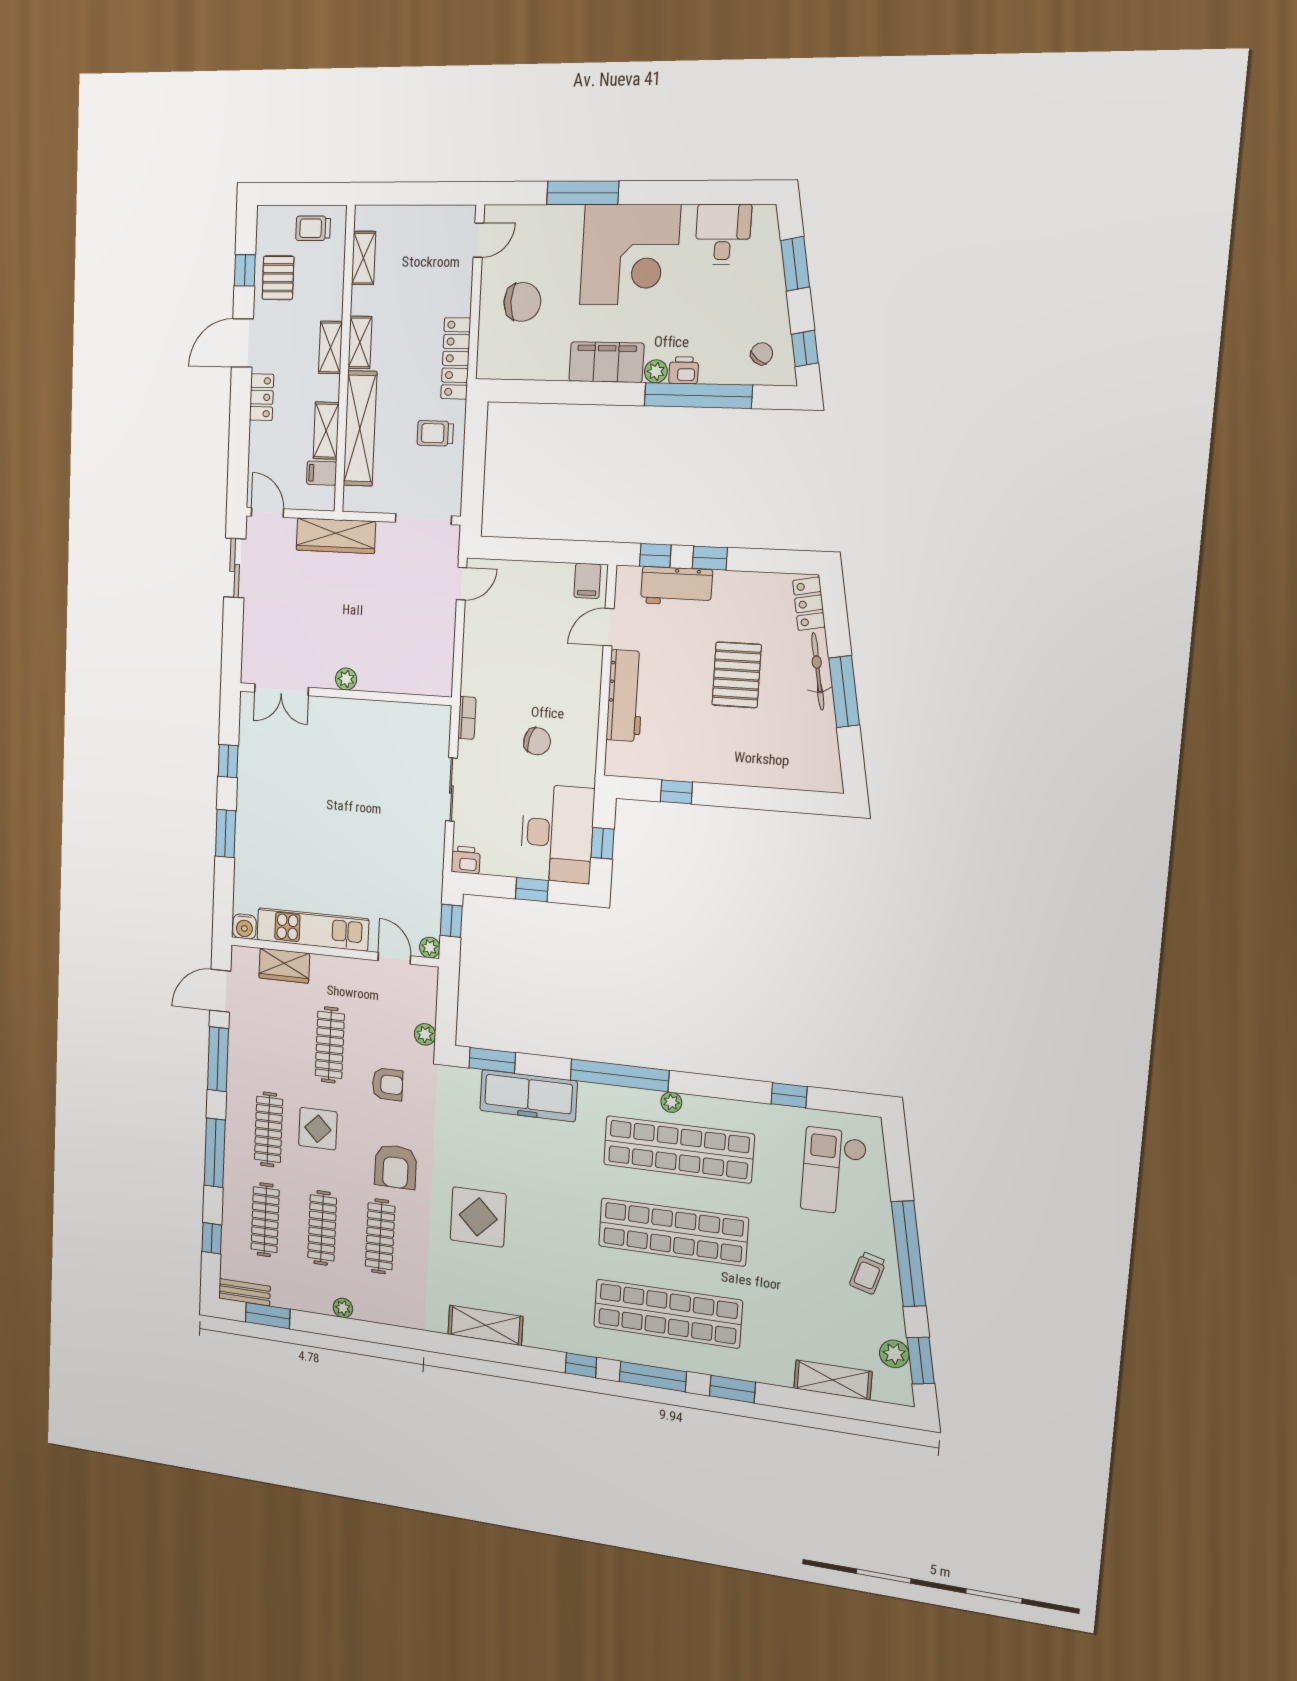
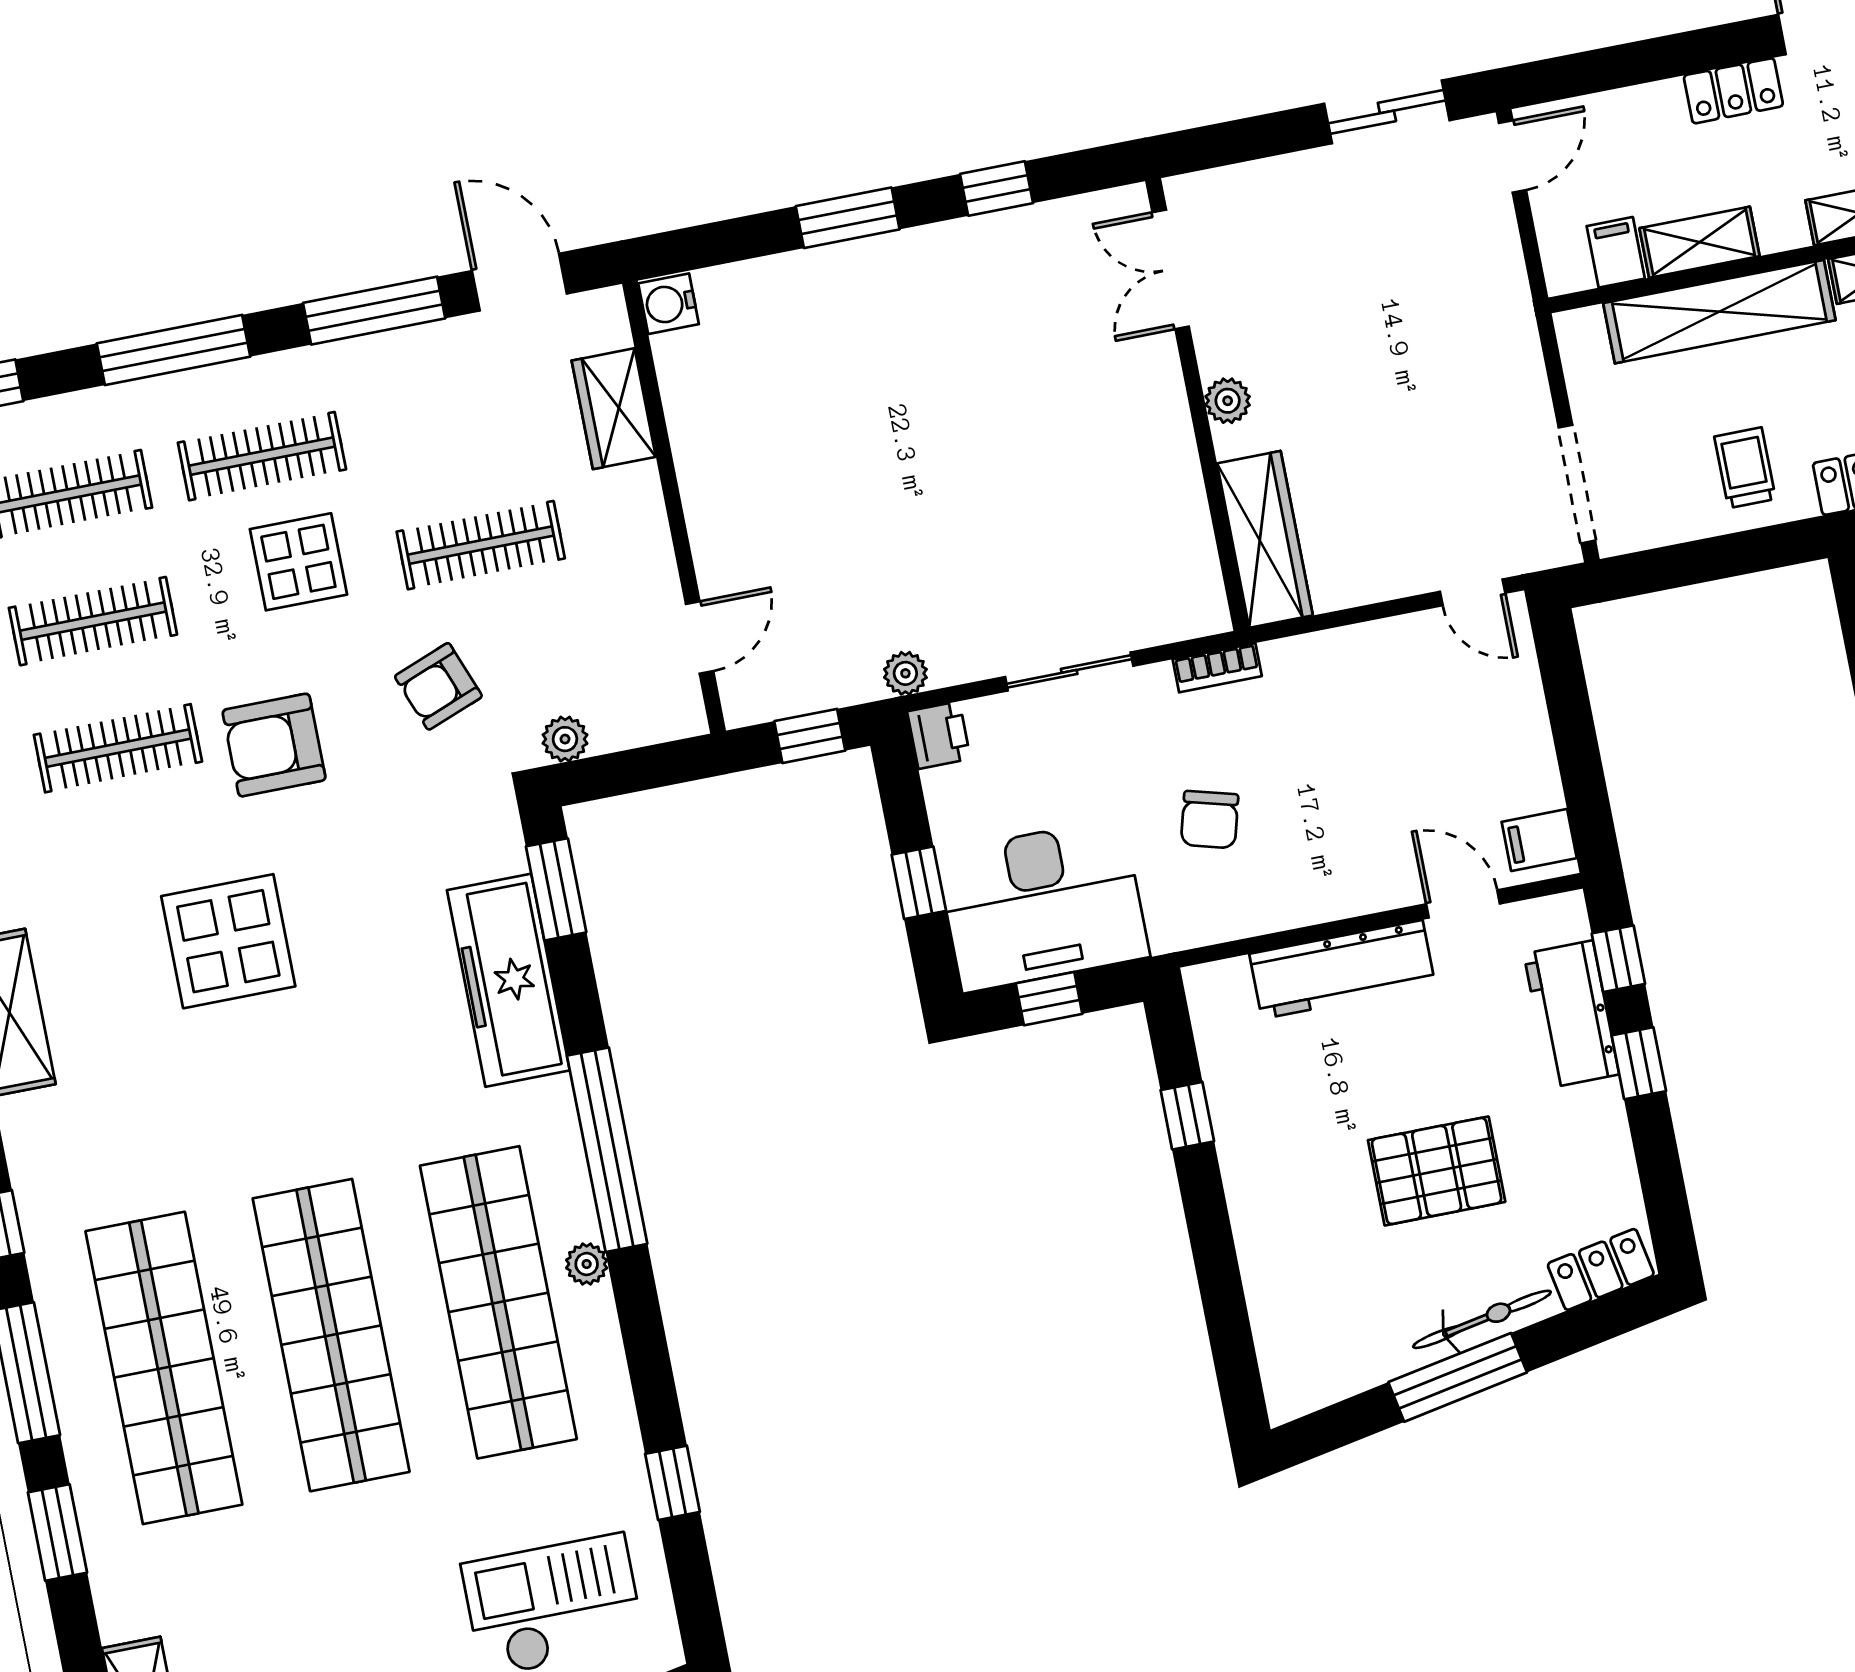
wardrobe: (336, 536) -> (1265, 539), moved, turned 180
kitchen unit: (313, 929) -> (706, 452), removed
plant: (430, 948) -> (905, 673), moved
armchair: (387, 1084) -> (438, 686), turned 69

